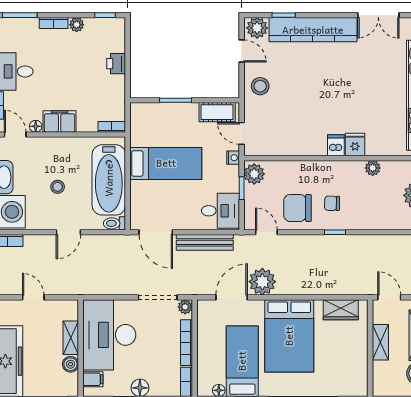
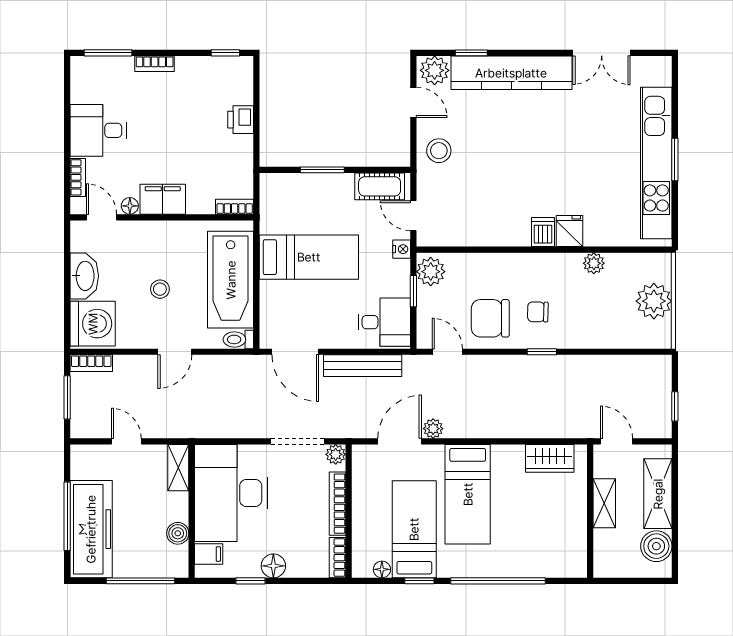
plant: (77, 25) -> (186, 66), removed
plant: (262, 282) -> (433, 429), width x0.53, depth x0.53
bed: (289, 336) -> (468, 494), width x0.67
shelving: (71, 338) -> (178, 468), moved

